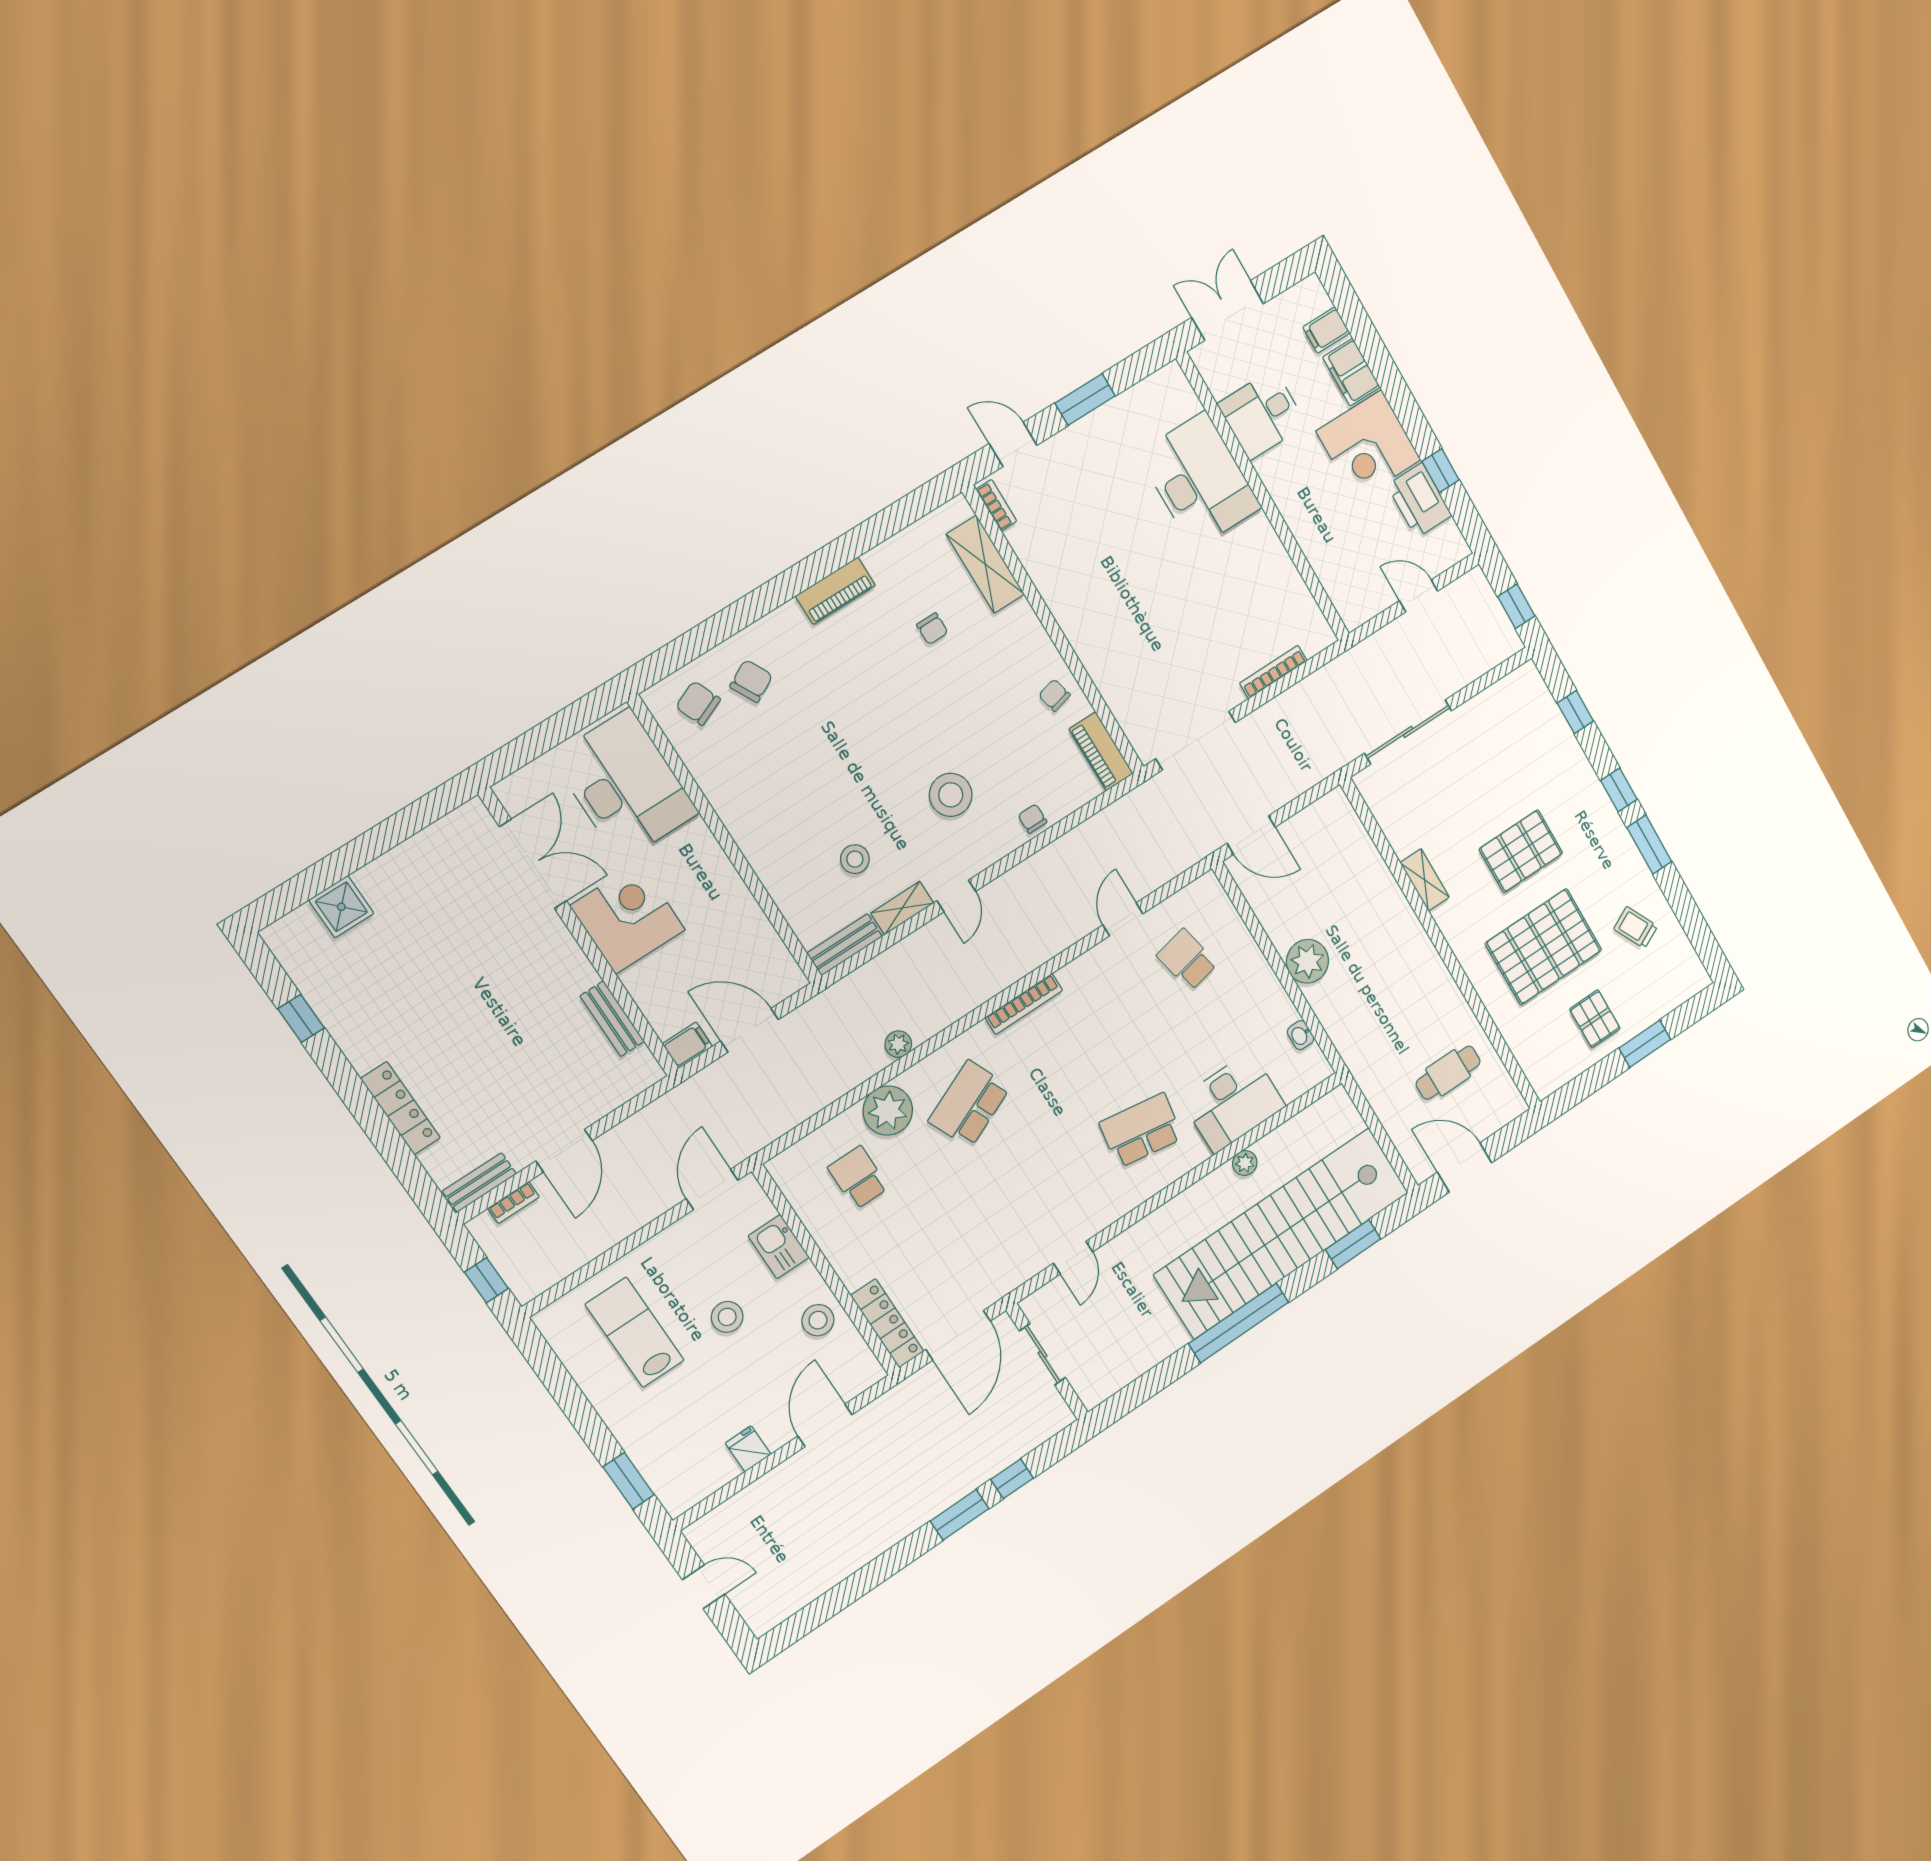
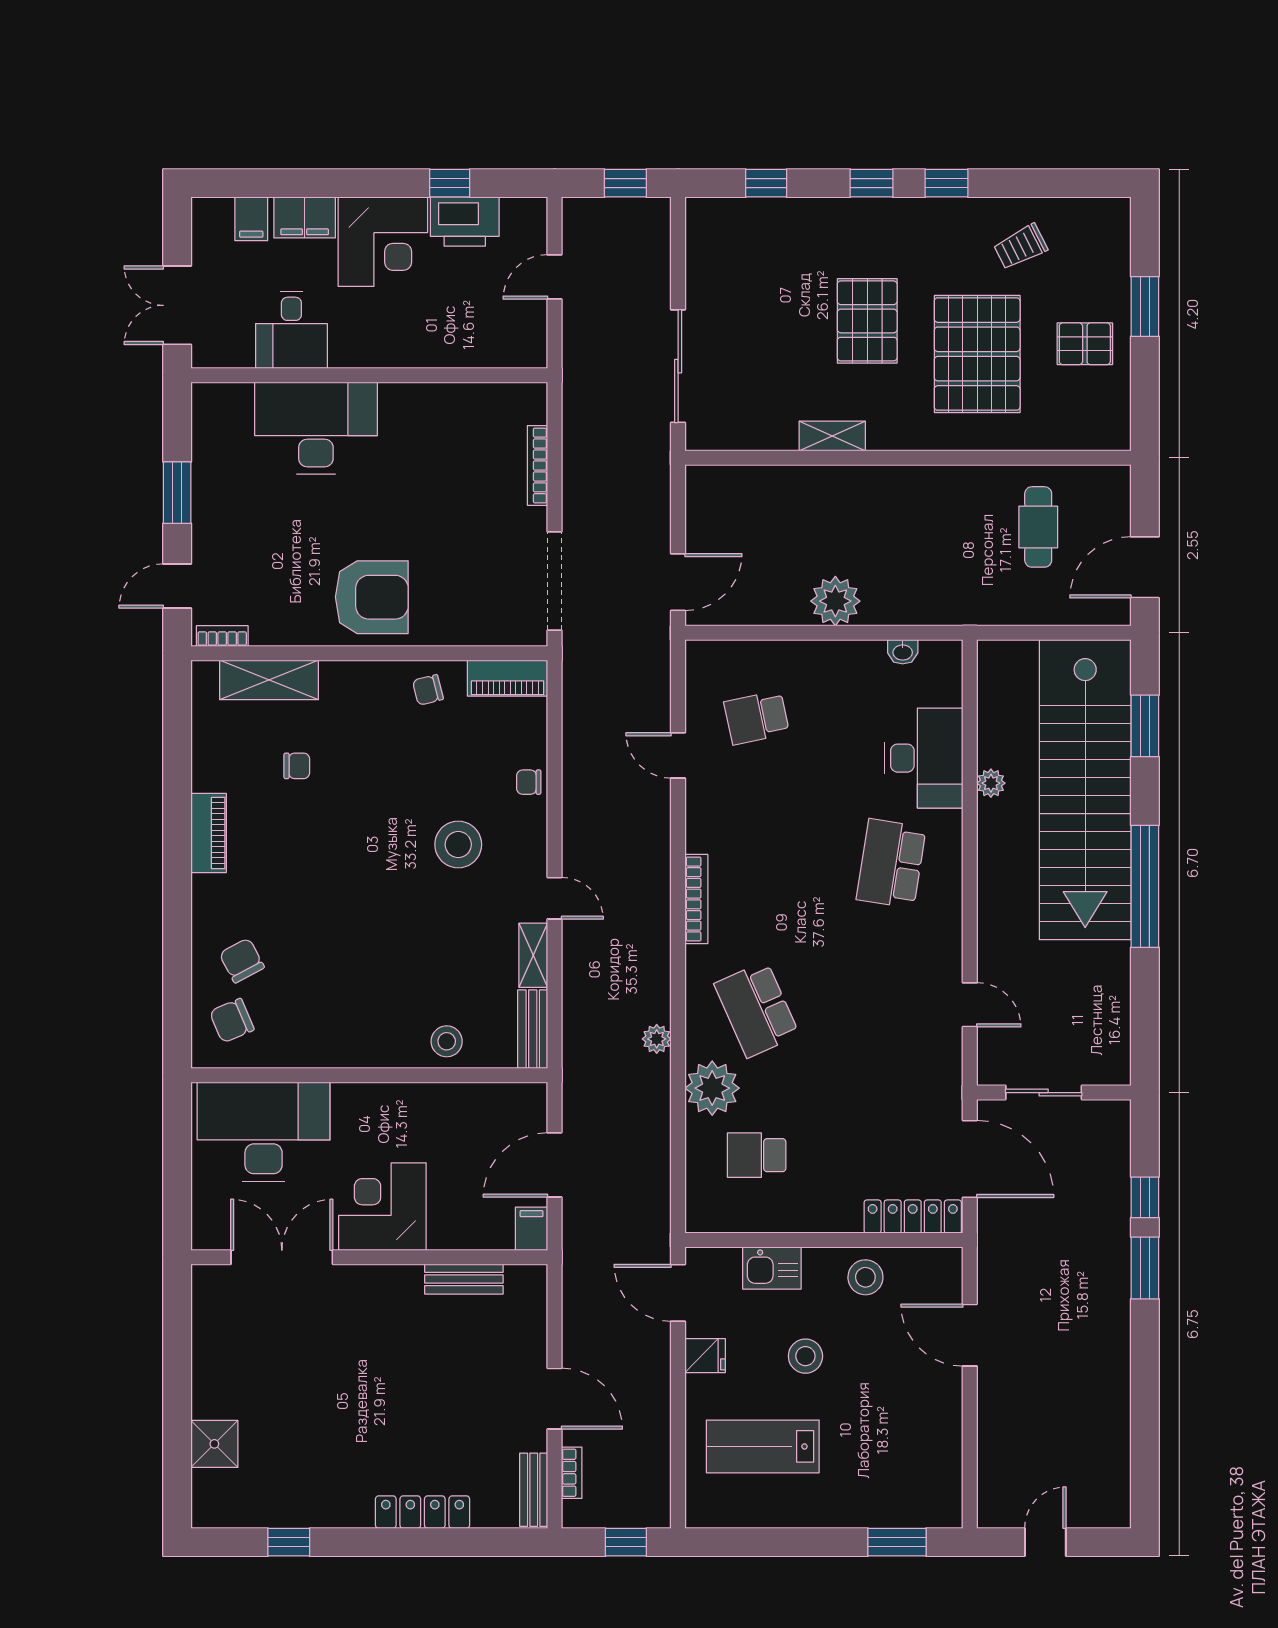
armchair: (1098, 606) -> (372, 597), added
window: (1649, 844) -> (946, 183), width x0.67
stool: (855, 859) -> (447, 1041), moved
fridge: (748, 1449) -> (705, 1356), moved, turned 180

